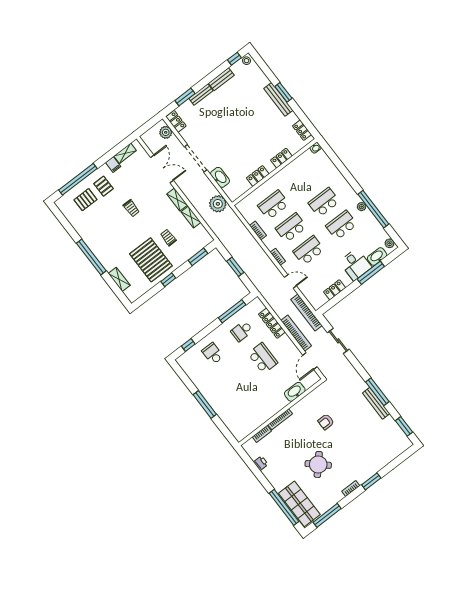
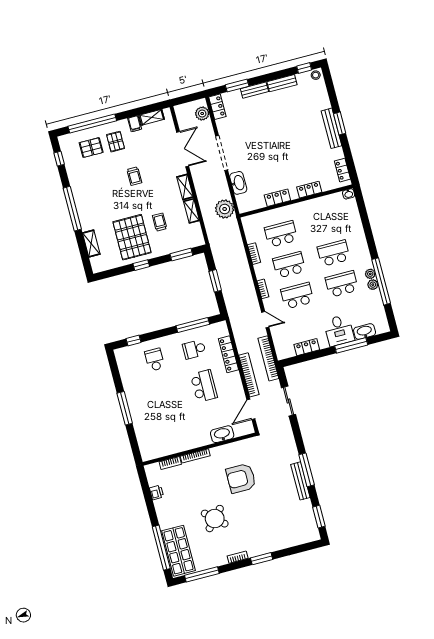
window: (63, 220) -> (59, 159), added
plant: (390, 243) -> (373, 285), moved
armchair: (326, 422) -> (241, 478), width x1.88, depth x1.88

